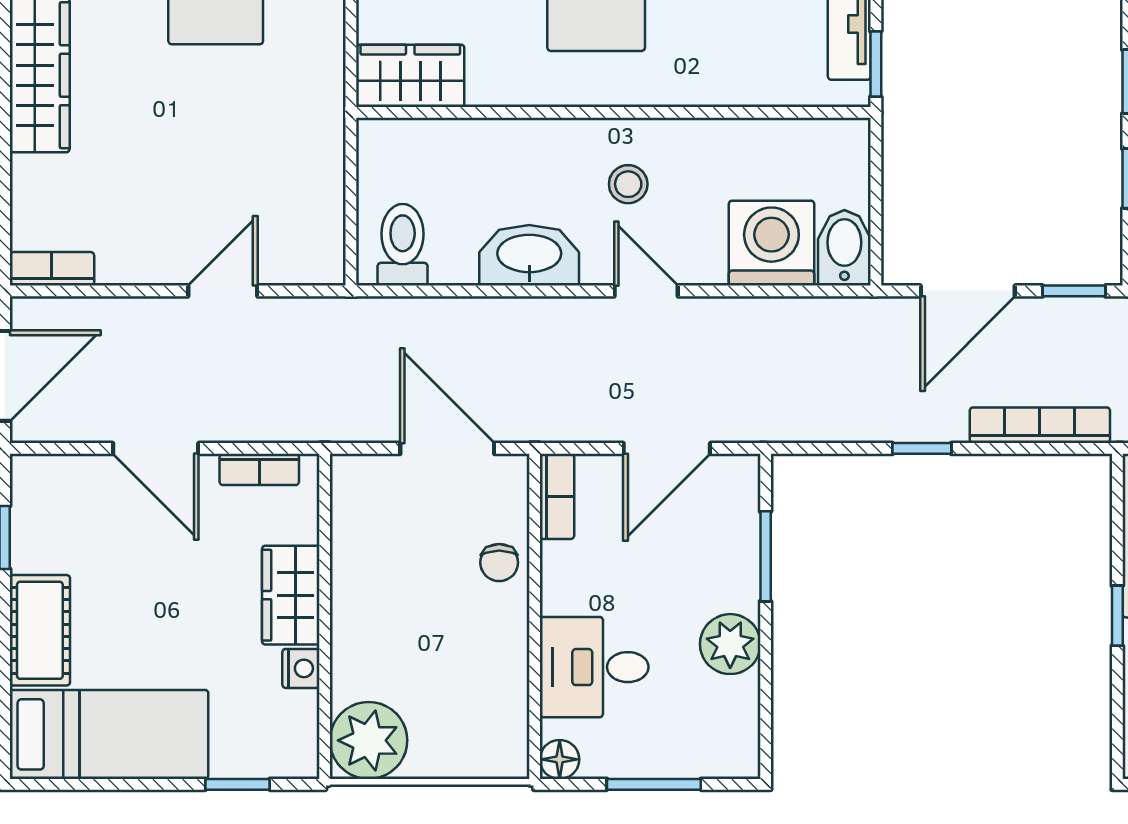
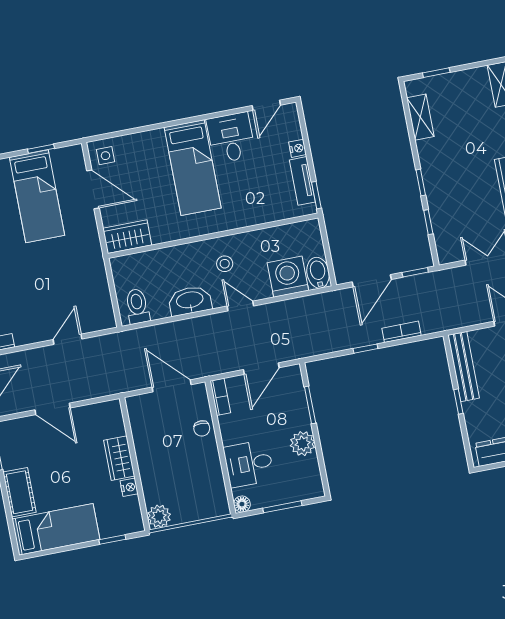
bookcase: (1040, 425) -> (402, 332), width x0.64
bookcase: (259, 469) -> (96, 409), removed
plant: (369, 740) -> (159, 516), width x0.73, depth x0.73

